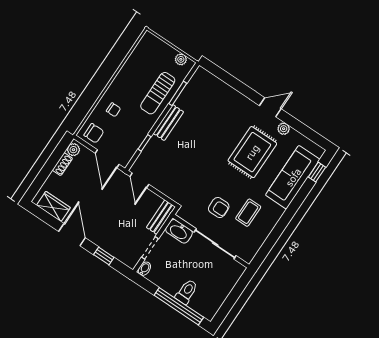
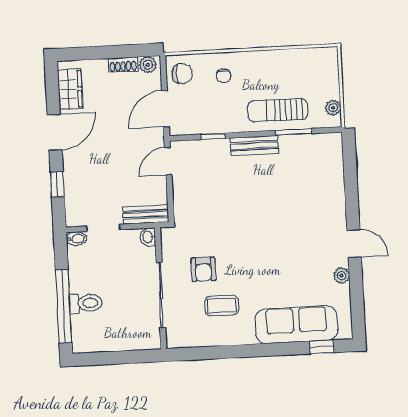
chair: (94, 133) -> (182, 74), turned -90
rug: (252, 152) -> (291, 261), removed
washbasin: (179, 231) -> (148, 237), width x0.52, depth x0.69

